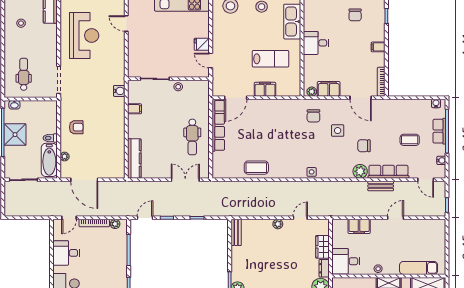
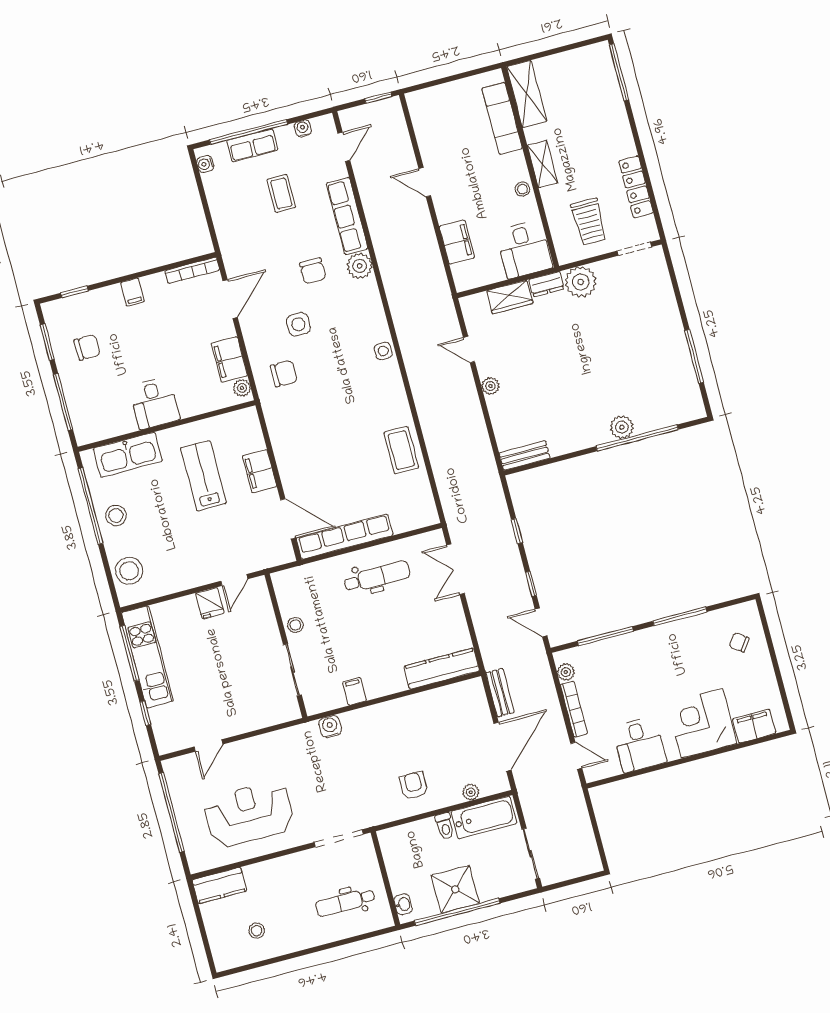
bench: (381, 186) -> (500, 693), moved

